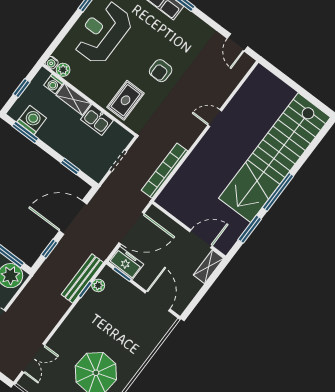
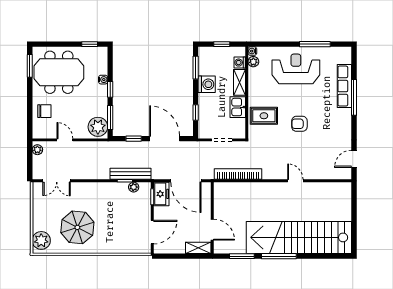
washing machine: (32, 120) -> (207, 84), moved

